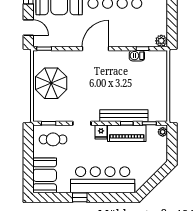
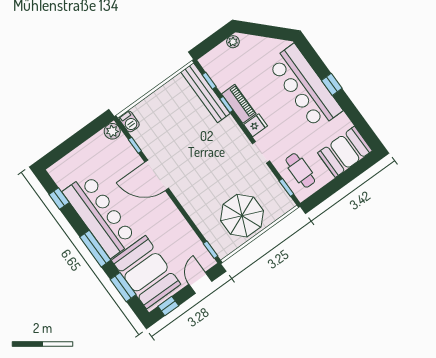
door: (95, 49) -> (157, 175), moved
barbecue: (137, 56) -> (129, 121), moved
bench: (124, 116) -> (205, 93), moved
plant: (163, 132) -> (233, 42), moved
piano: (127, 133) -> (239, 104), width x0.73, depth x0.75
window: (80, 197) -> (332, 84), moved

